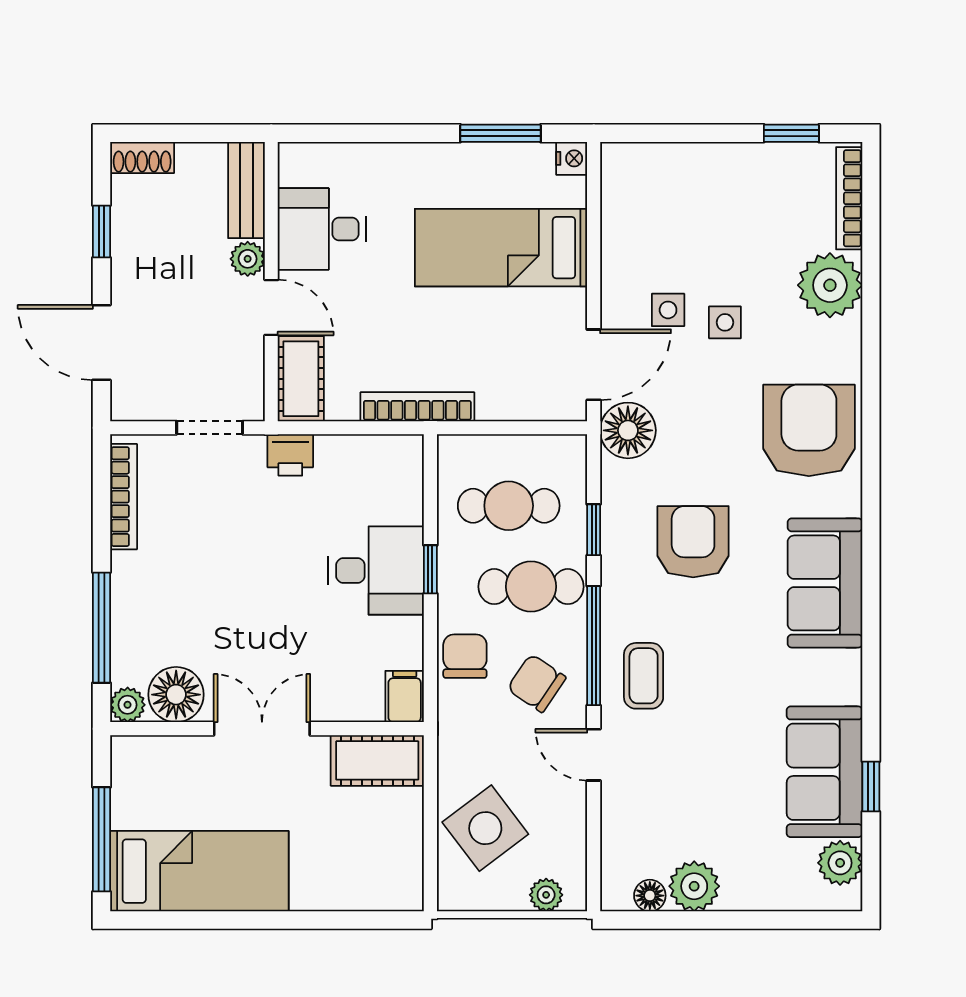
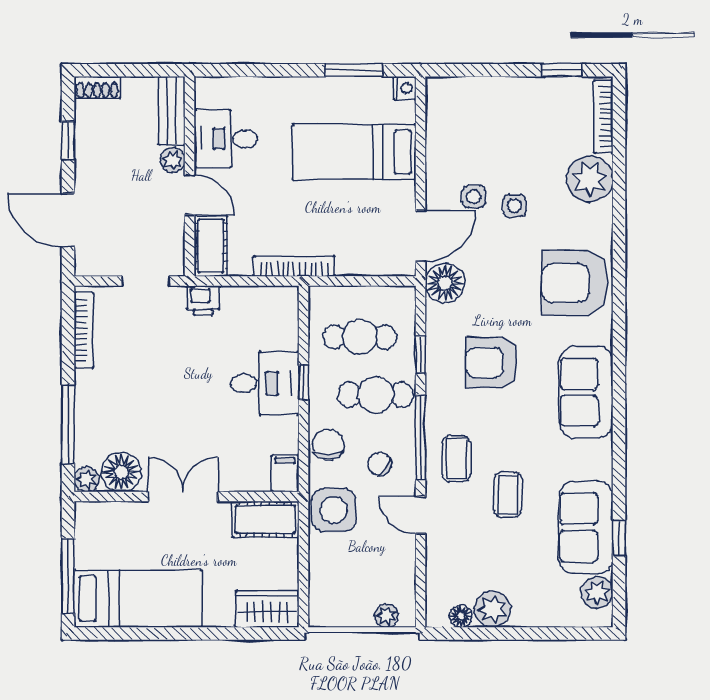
armchair: (809, 430) -> (575, 283), turned -90
armchair: (693, 542) -> (492, 363), turned -90
chair: (537, 683) -> (380, 464), width x0.73, depth x0.73
coffee table: (716, 726) -> (508, 495), added
side table: (485, 828) -> (334, 510), moved, turned 37
wardrobe: (380, 886) -> (267, 609), added

